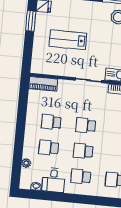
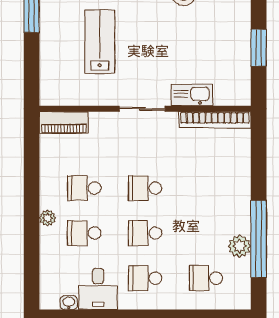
lab bench: (68, 40) -> (100, 42), turned 90
plant: (26, 163) -> (48, 218), moved

